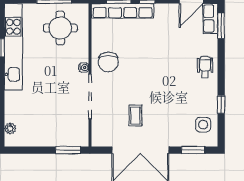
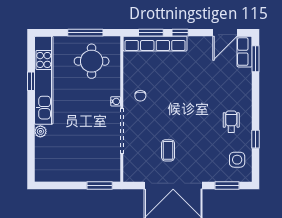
chair: (108, 62) -> (140, 96), width x0.54, depth x0.54
wheelchair: (205, 67) -> (231, 122), moved
plant: (10, 128) -> (40, 131), moved

